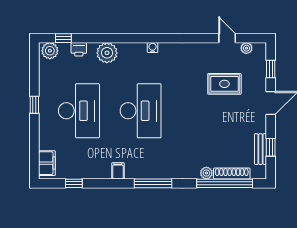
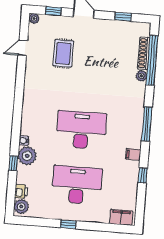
window: (63, 38) -> (13, 163), moved
water cooler: (153, 48) -> (24, 141), moved
plant: (246, 48) -> (34, 19), moved
printer: (79, 49) -> (21, 191), moved
bench: (260, 149) -> (124, 26), removed
window: (74, 183) -> (143, 175), moved

